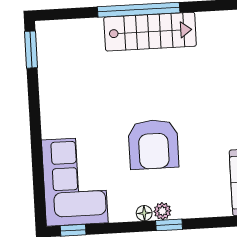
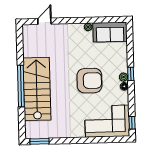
stairs: (150, 32) -> (37, 89), width x1.36, depth x1.51

